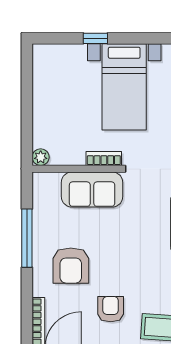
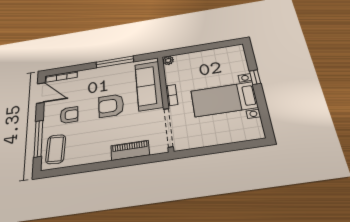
sofa: (92, 190) -> (149, 86), width x1.36
armchair: (71, 266) -> (111, 106), moved

